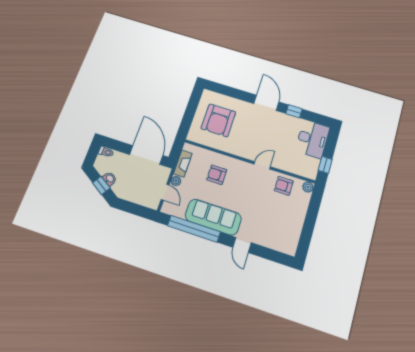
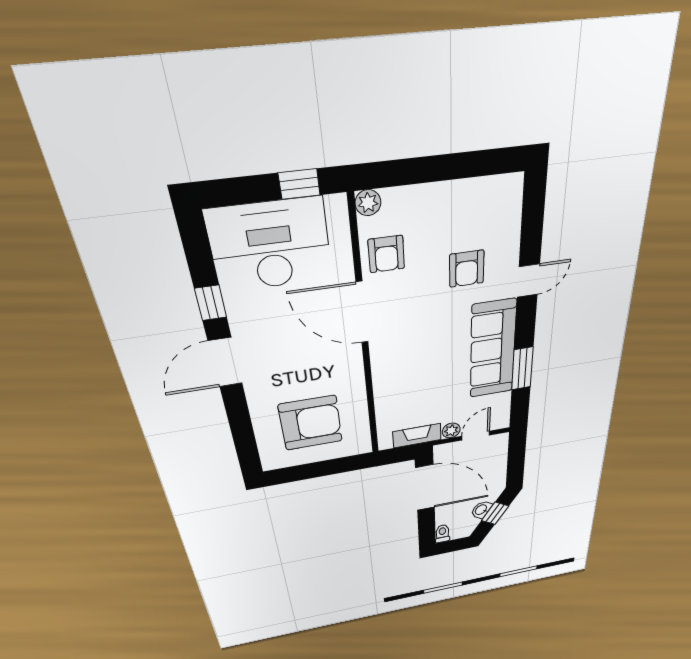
desk: (312, 139) -> (270, 245), width x1.36, depth x1.30
door: (146, 155) -> (425, 488), swing flipped
door: (262, 165) -> (362, 313), width x1.88
armchair: (217, 175) -> (467, 269), moved
window: (194, 229) -> (522, 369), width x0.47

